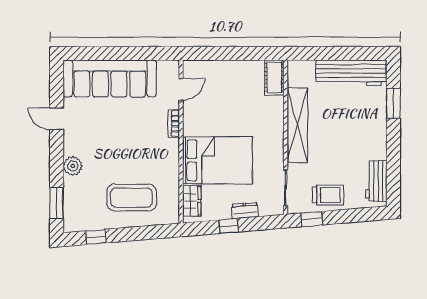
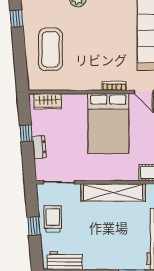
bed: (217, 160) -> (108, 123), moved
trolley: (328, 195) -> (53, 219), turned 180
window: (312, 219) -> (34, 226), moved

